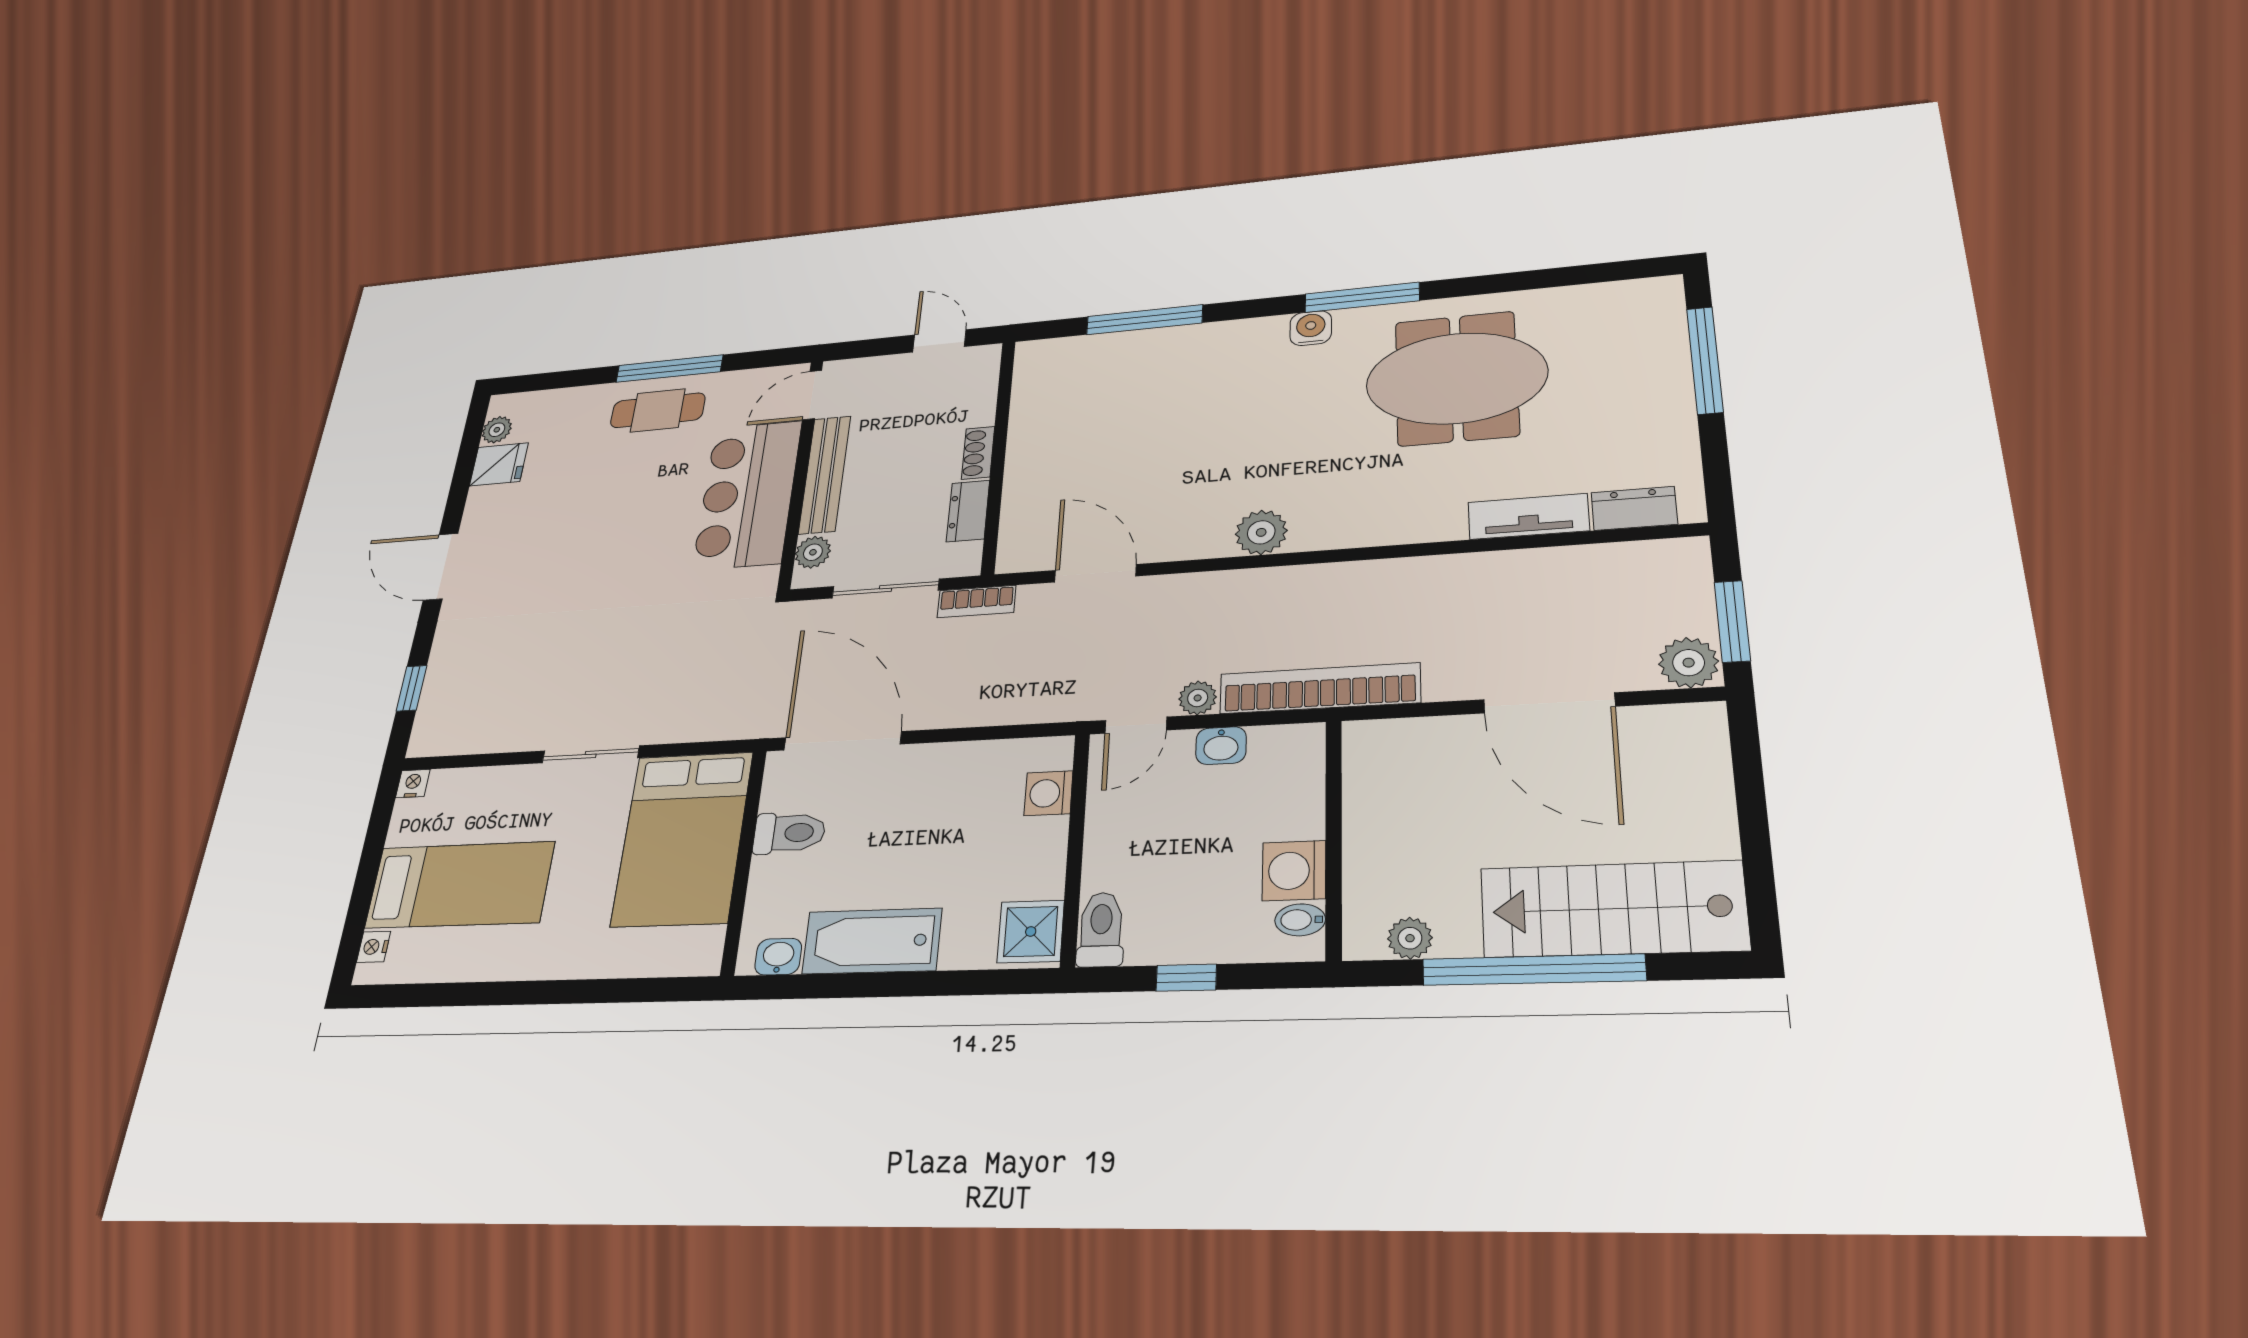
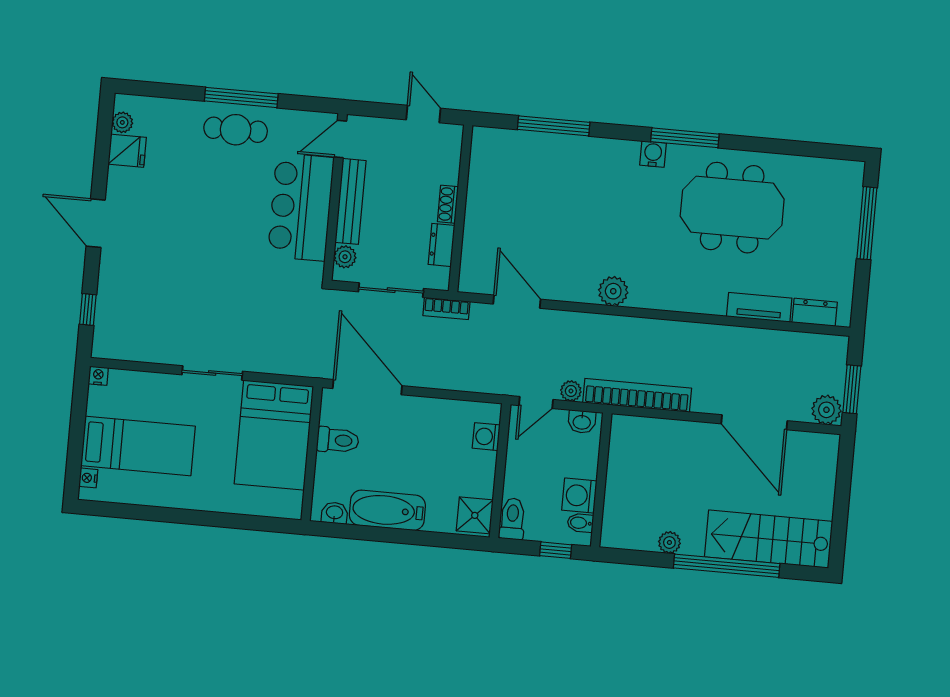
wall: (1334, 838) -> (601, 480), moved
washing machine: (1294, 871) -> (579, 496), moved
bidet: (1300, 920) -> (580, 523), moved

